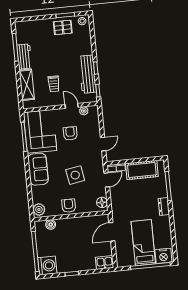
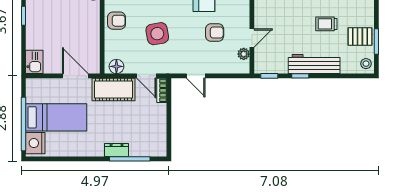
pallet: (63, 27) -> (360, 36), turned 90
workbench: (88, 74) -> (314, 64), moved
trolley: (54, 84) -> (326, 24), moved
cot: (142, 170) -> (114, 89), moved, turned 90
dresser: (164, 206) -> (117, 150), moved

